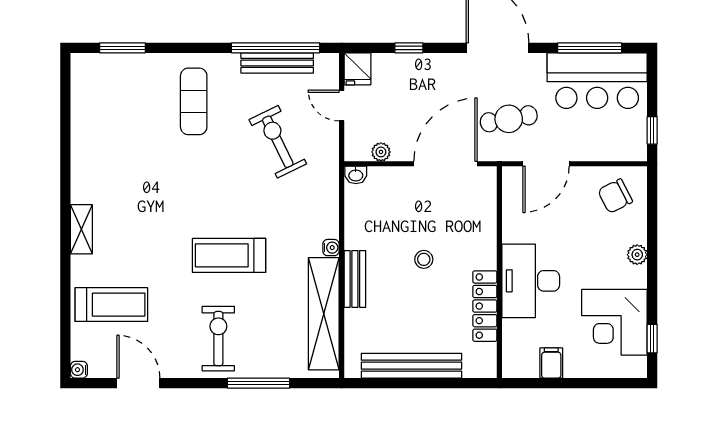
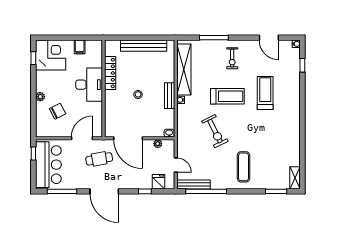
bench: (277, 63) -> (194, 184), moved
fridge: (357, 69) -> (158, 182), moved
bar counter: (597, 81) -> (48, 165), moved, turned 90
exercise bike: (278, 142) -> (215, 131), moved
door: (445, 164) -> (128, 138), hinge flipped
chair: (615, 196) -> (58, 111), moved
shelving: (81, 229) -> (295, 178), moved
bench: (355, 279) -> (170, 96), moved
treadmill: (111, 305) -> (265, 93), moved, turned 90
corner desk: (614, 322) -> (51, 55), moved
window: (65, 323) -> (302, 65), added
exercise bike: (218, 339) -> (232, 58), width x0.73, depth x0.72

